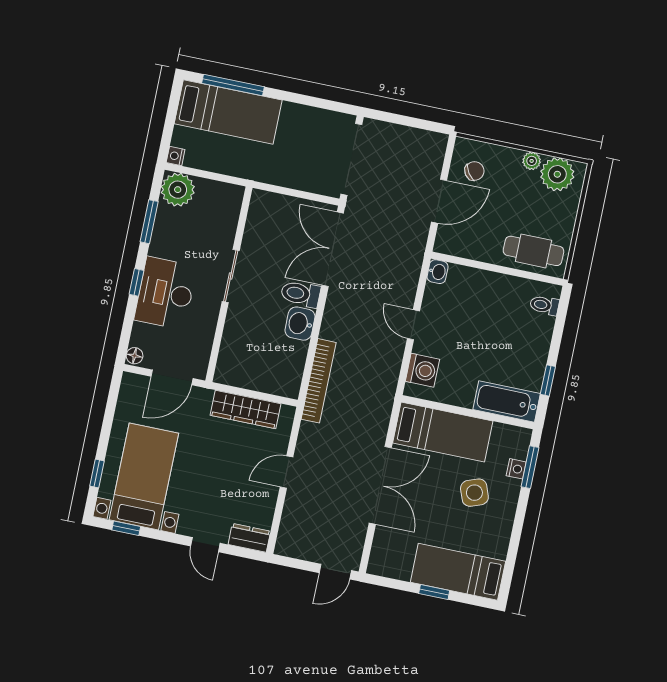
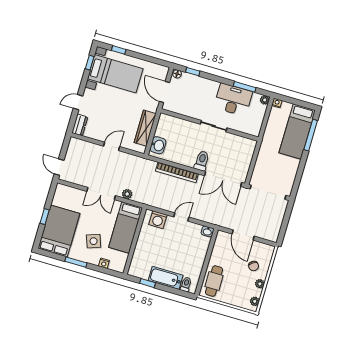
chair: (474, 171) -> (254, 266), moved
plant: (557, 174) -> (255, 301), width x0.53, depth x0.53
plant: (178, 190) -> (265, 100), width x0.53, depth x0.53
double door: (333, 249) -> (223, 179), swing flipped
window: (136, 282) -> (193, 72), moved
desk: (165, 293) -> (233, 100), moved
washbasin: (300, 324) -> (158, 145), moved, turned 90
bookcase: (319, 381) -> (177, 172), moved
bathtub: (507, 401) -> (166, 278), moved, turned -90
plant: (377, 434) -> (127, 194), added
window: (530, 467) -> (76, 262), moved
door: (287, 472) -> (112, 146), hinge flipped
double door: (380, 485) -> (101, 194), width x0.73
bed: (458, 572) -> (59, 231), width x1.50

